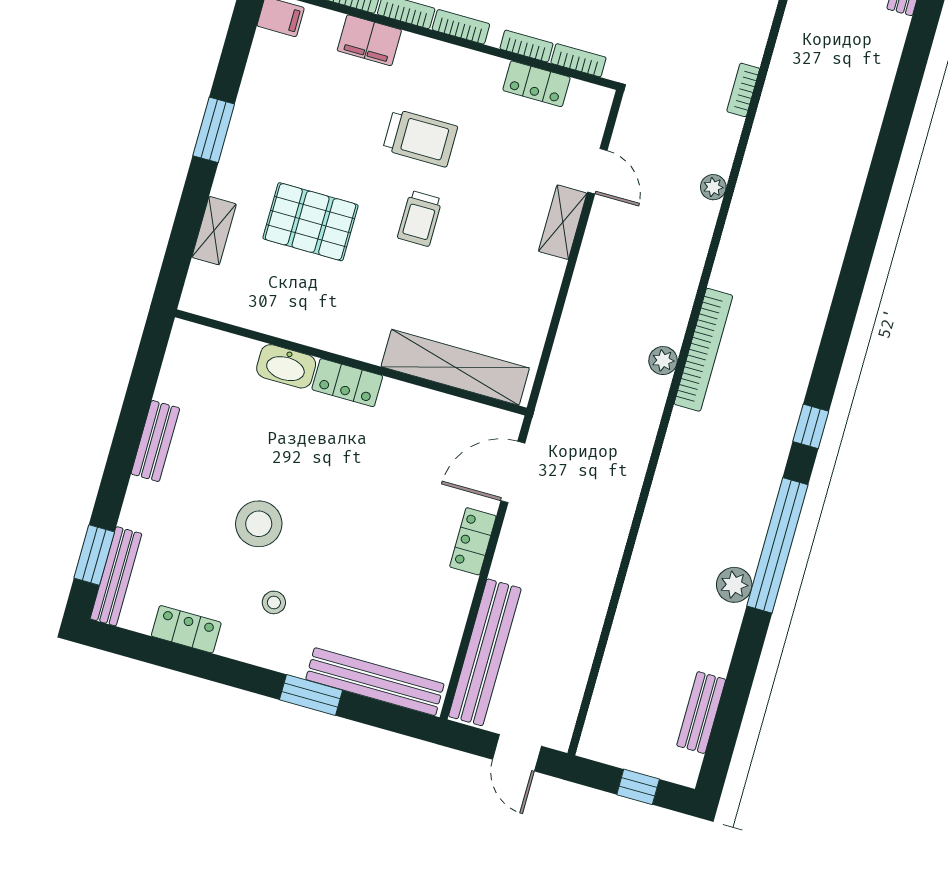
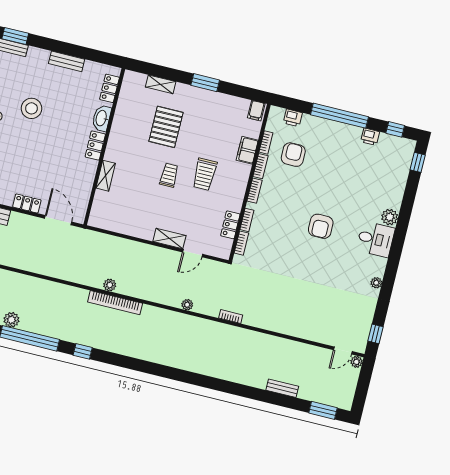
trolley: (420, 218) -> (169, 175), turned 90
locker: (219, 346) -> (110, 88), added
shelving: (455, 367) -> (106, 176), width x0.45, depth x0.75

